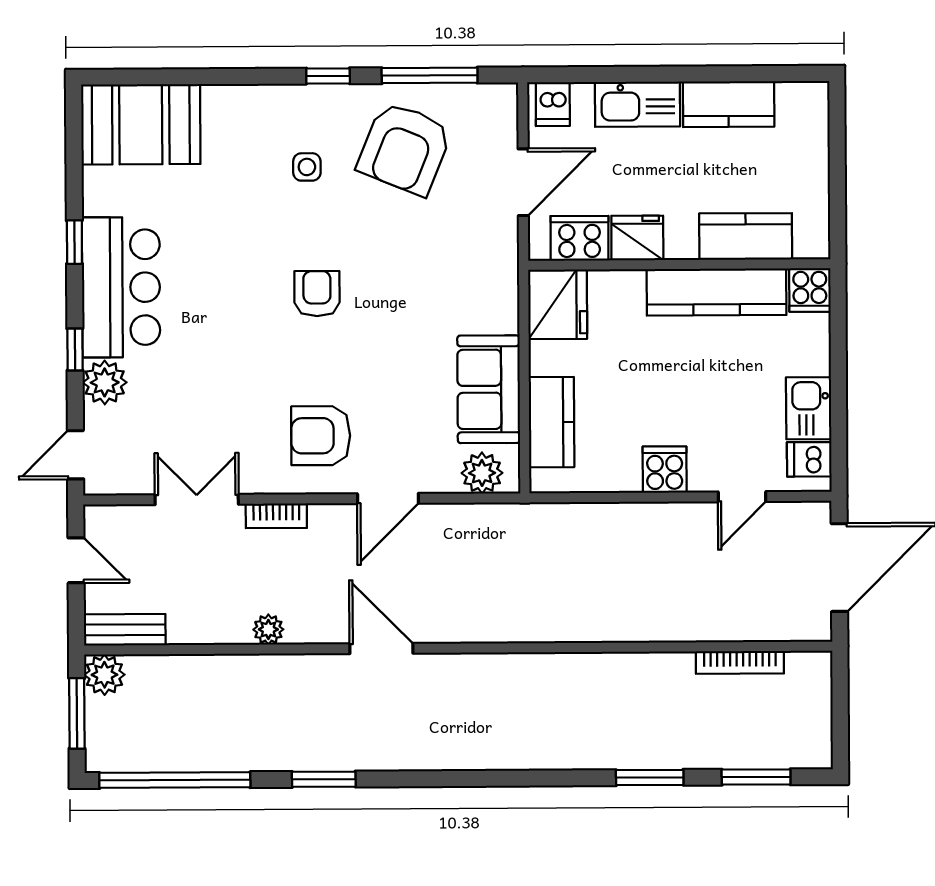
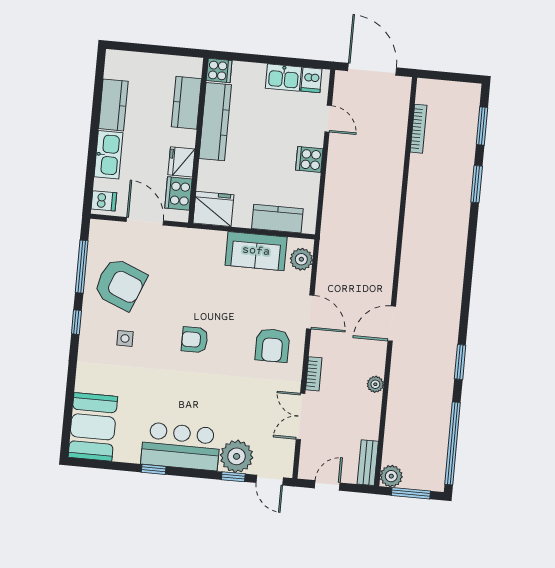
window: (75, 350) -> (233, 477), moved
plant: (105, 382) -> (237, 456), width x1.36, depth x1.36

